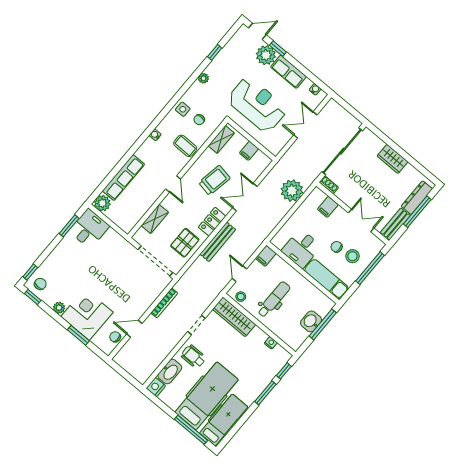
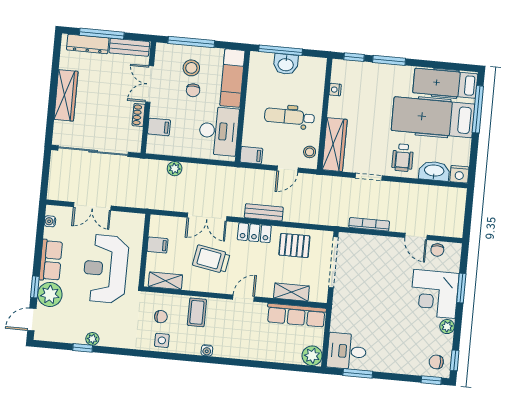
door: (257, 31) -> (32, 319), hinge flipped
plant: (203, 78) -> (92, 339), moved
wardrobe: (392, 159) -> (66, 95), width x1.50
row of seats: (123, 177) -> (296, 315), moved, turned 180
shoe rack: (329, 185) -> (139, 115), moved
plant: (292, 191) -> (175, 169), width x0.53, depth x0.53
bench: (218, 242) -> (264, 212), width x0.73
desk: (301, 249) -> (219, 131), width x1.37

